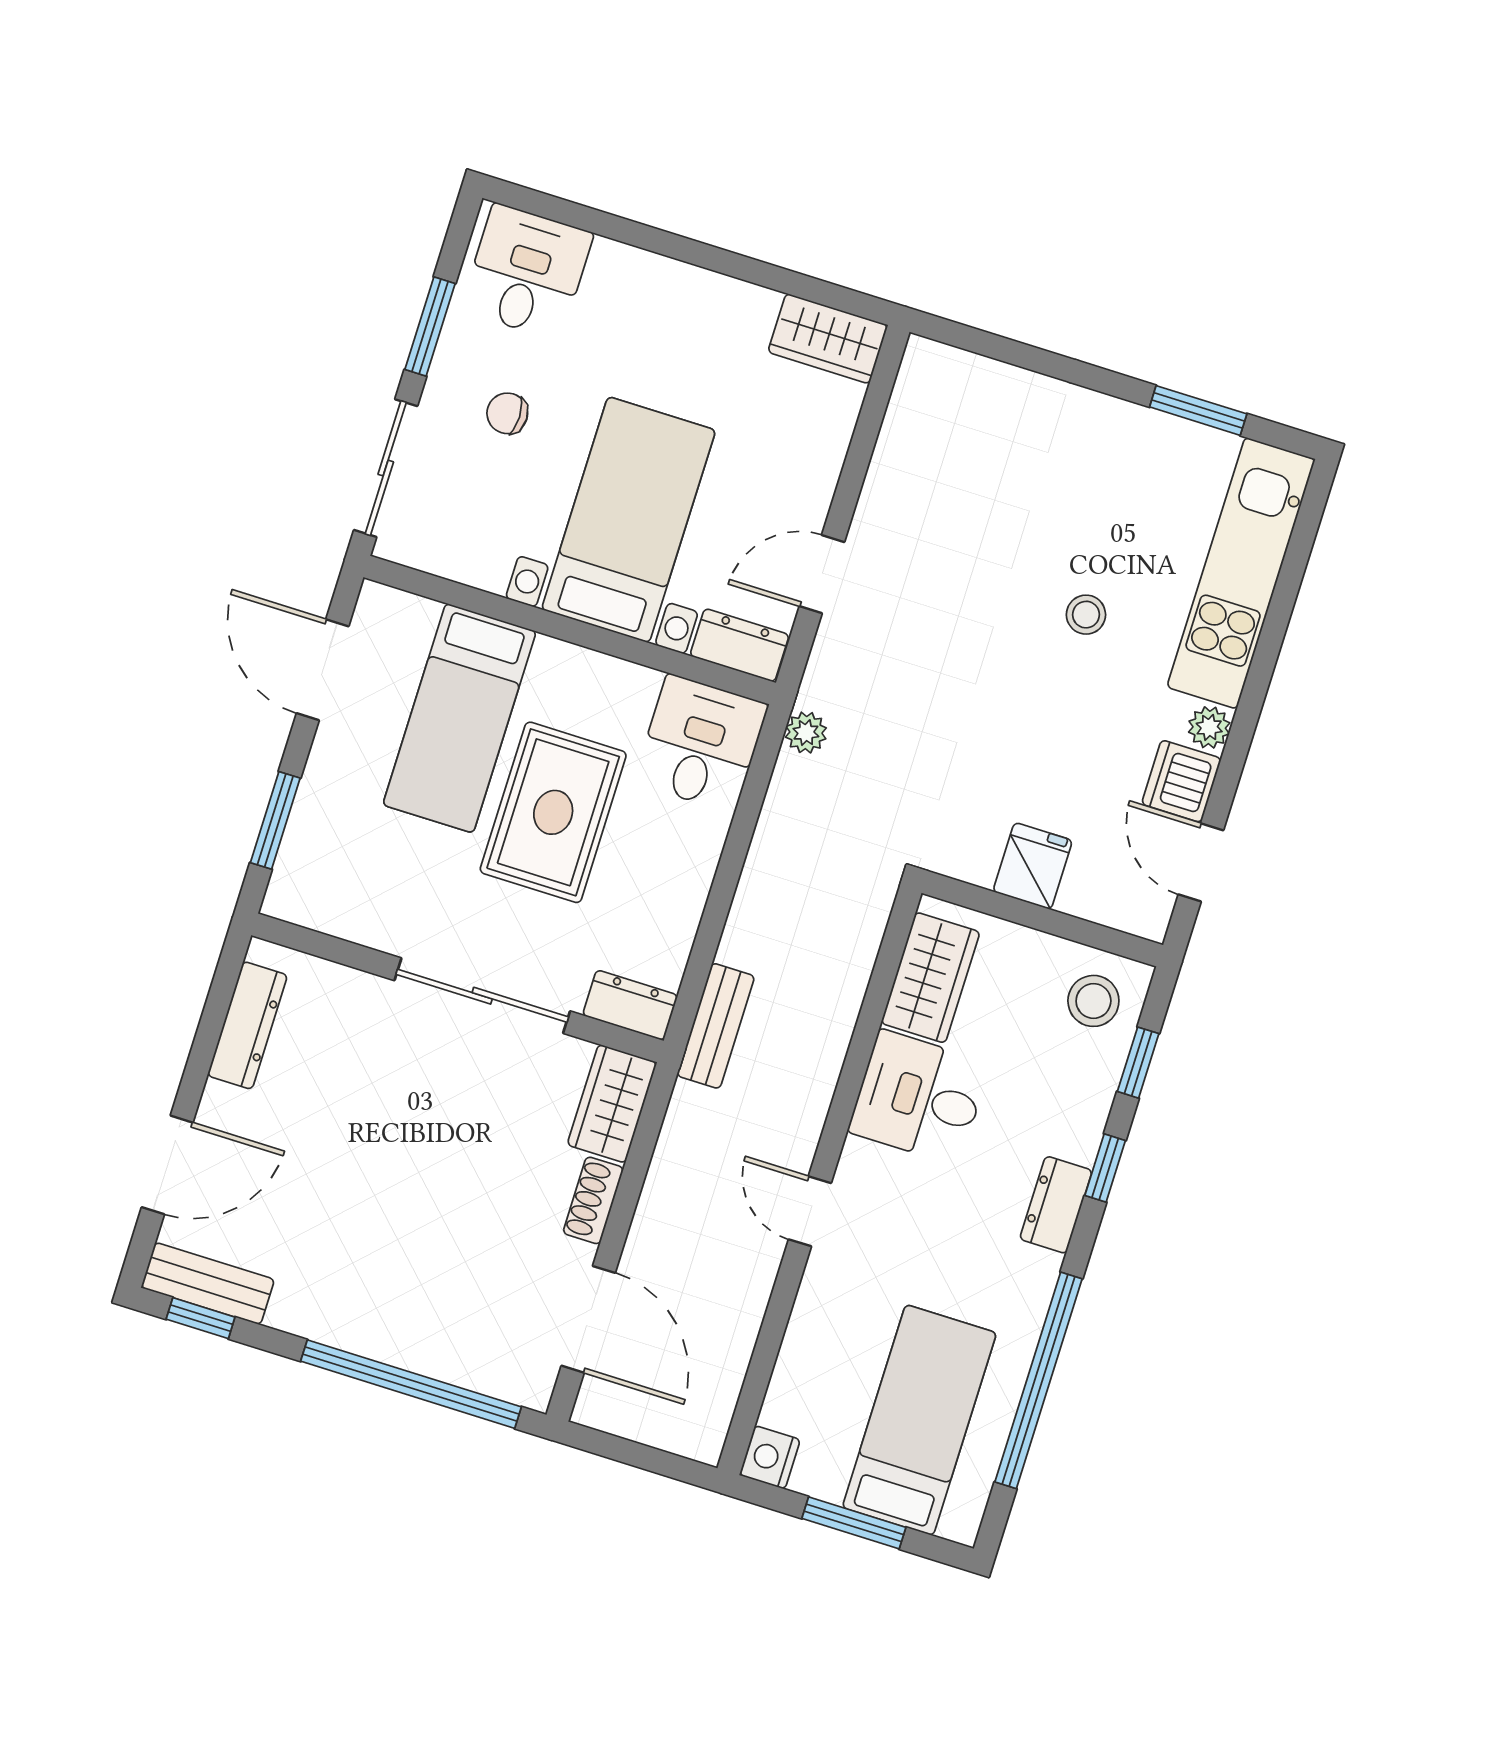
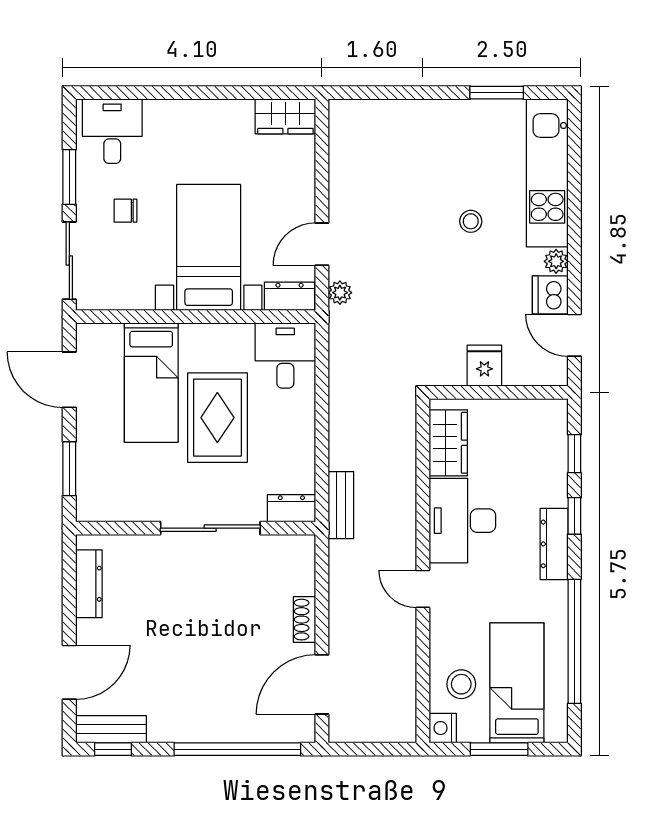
plant: (806, 733) -> (340, 293), moved
stool: (1093, 1001) -> (461, 684), moved
desk: (919, 1097) -> (462, 521), width x1.37
wardrobe: (612, 1104) -> (298, 564), removed
dresser: (1056, 1205) -> (554, 544), width x1.44
door: (588, 1319) -> (322, 684), swing flipped

